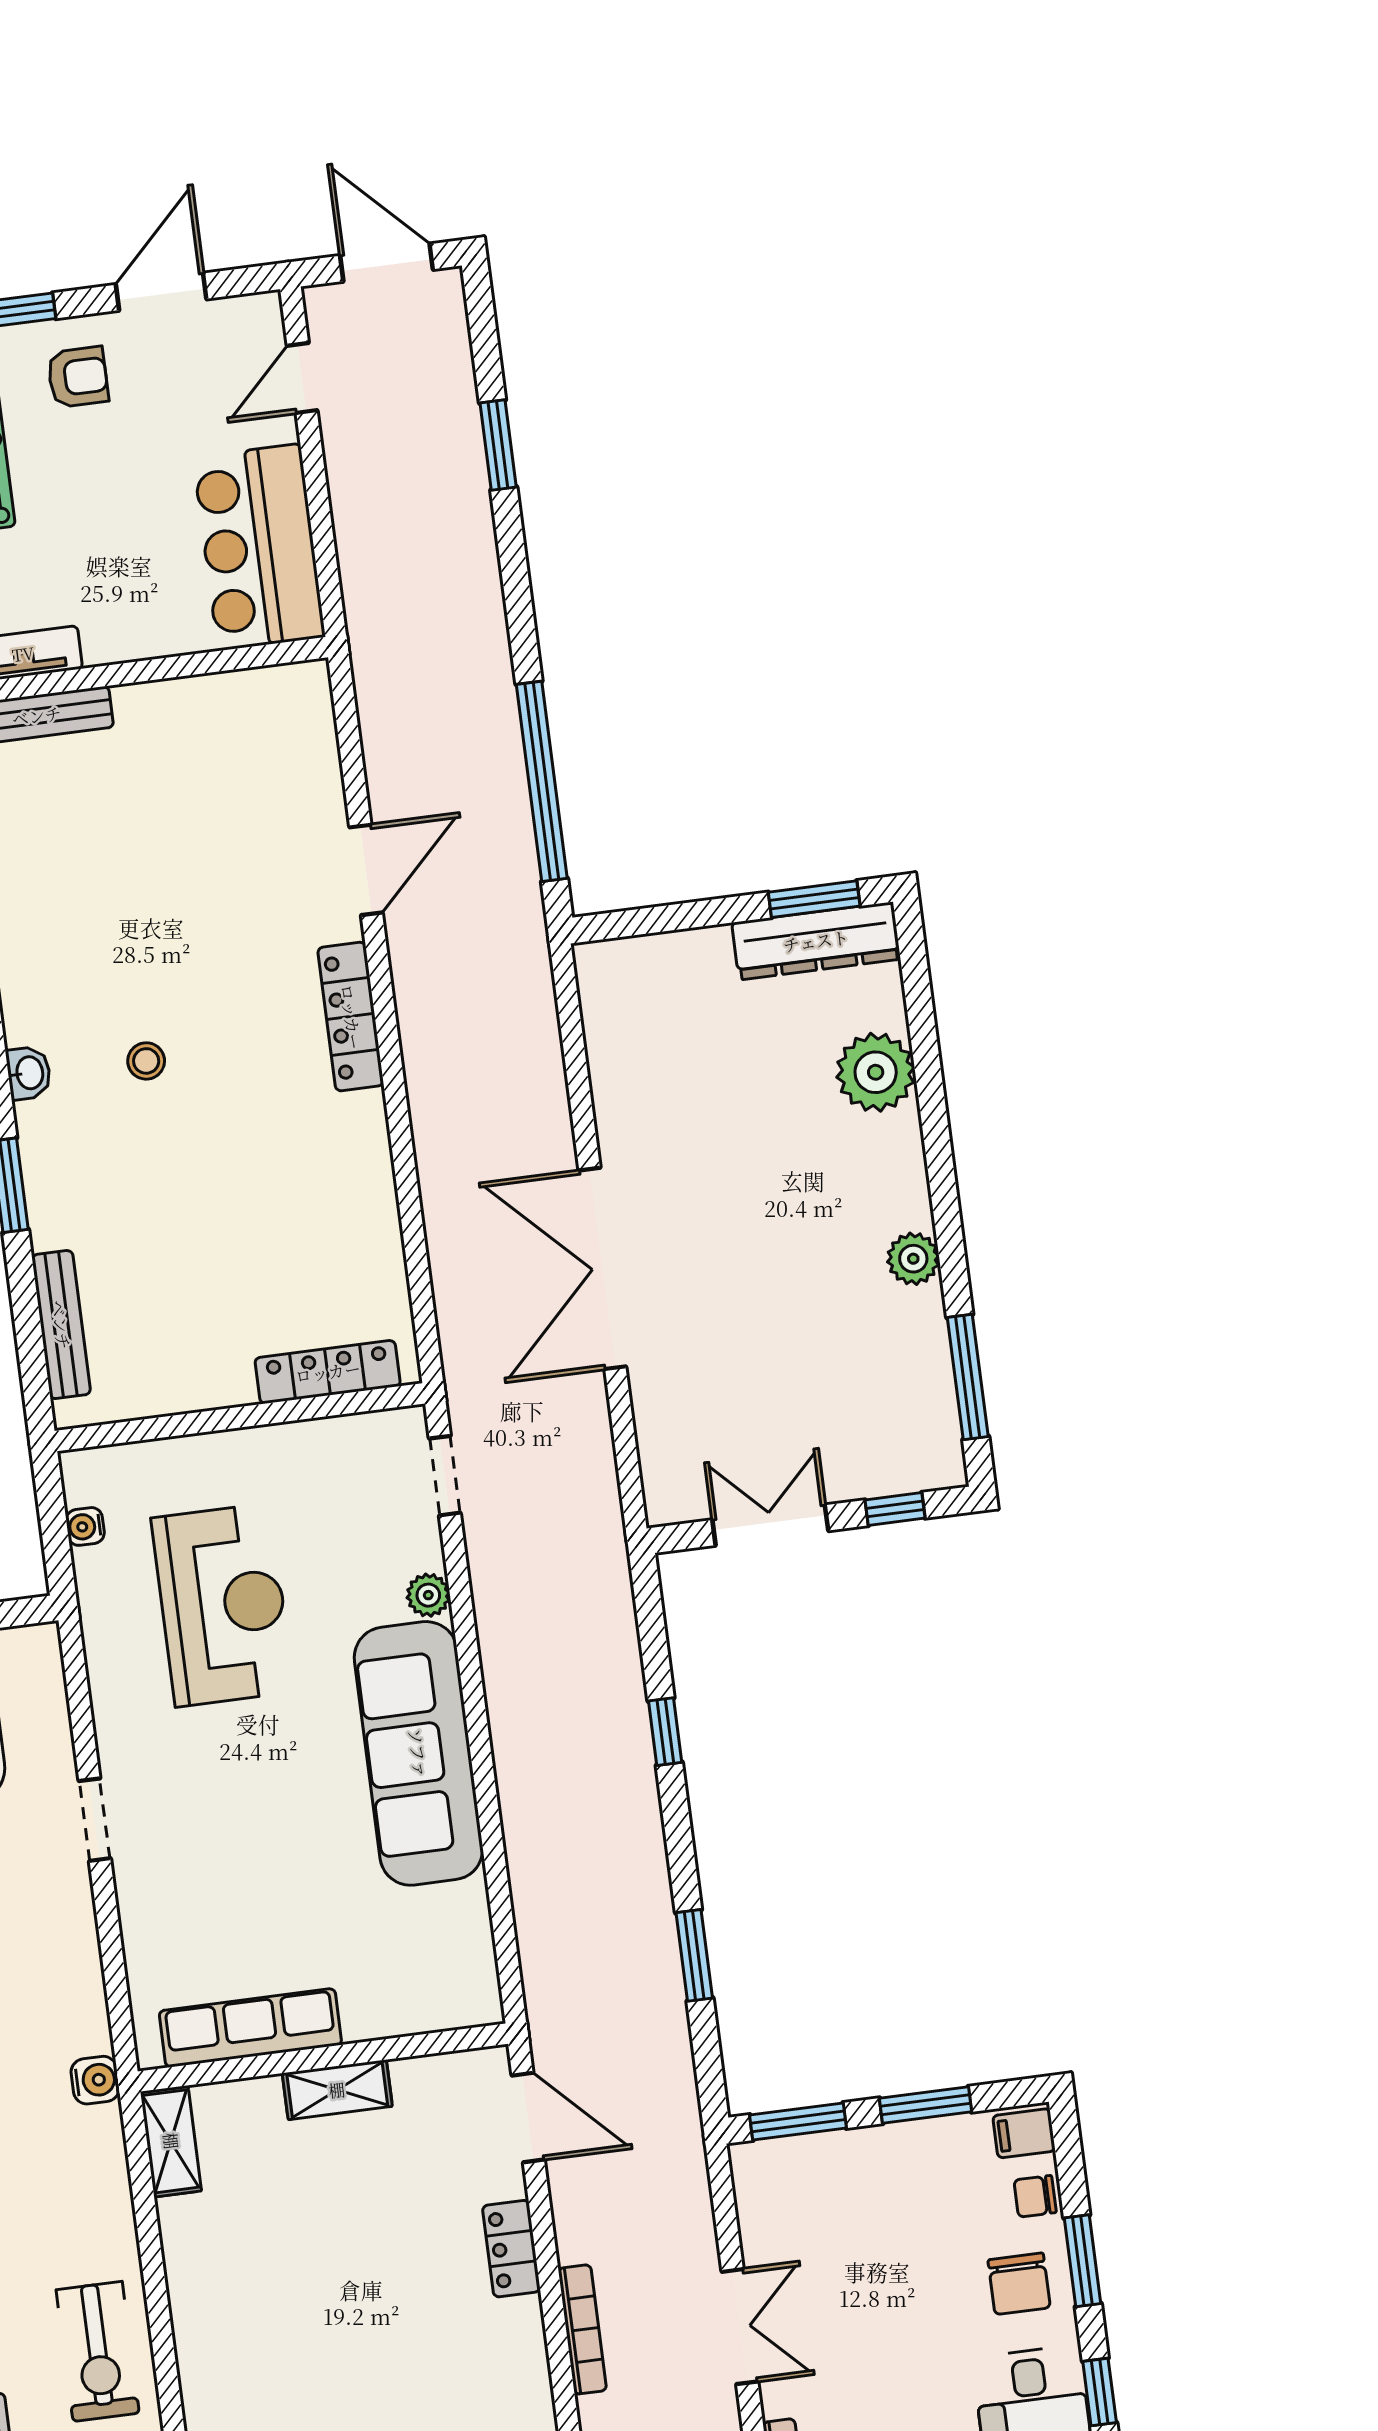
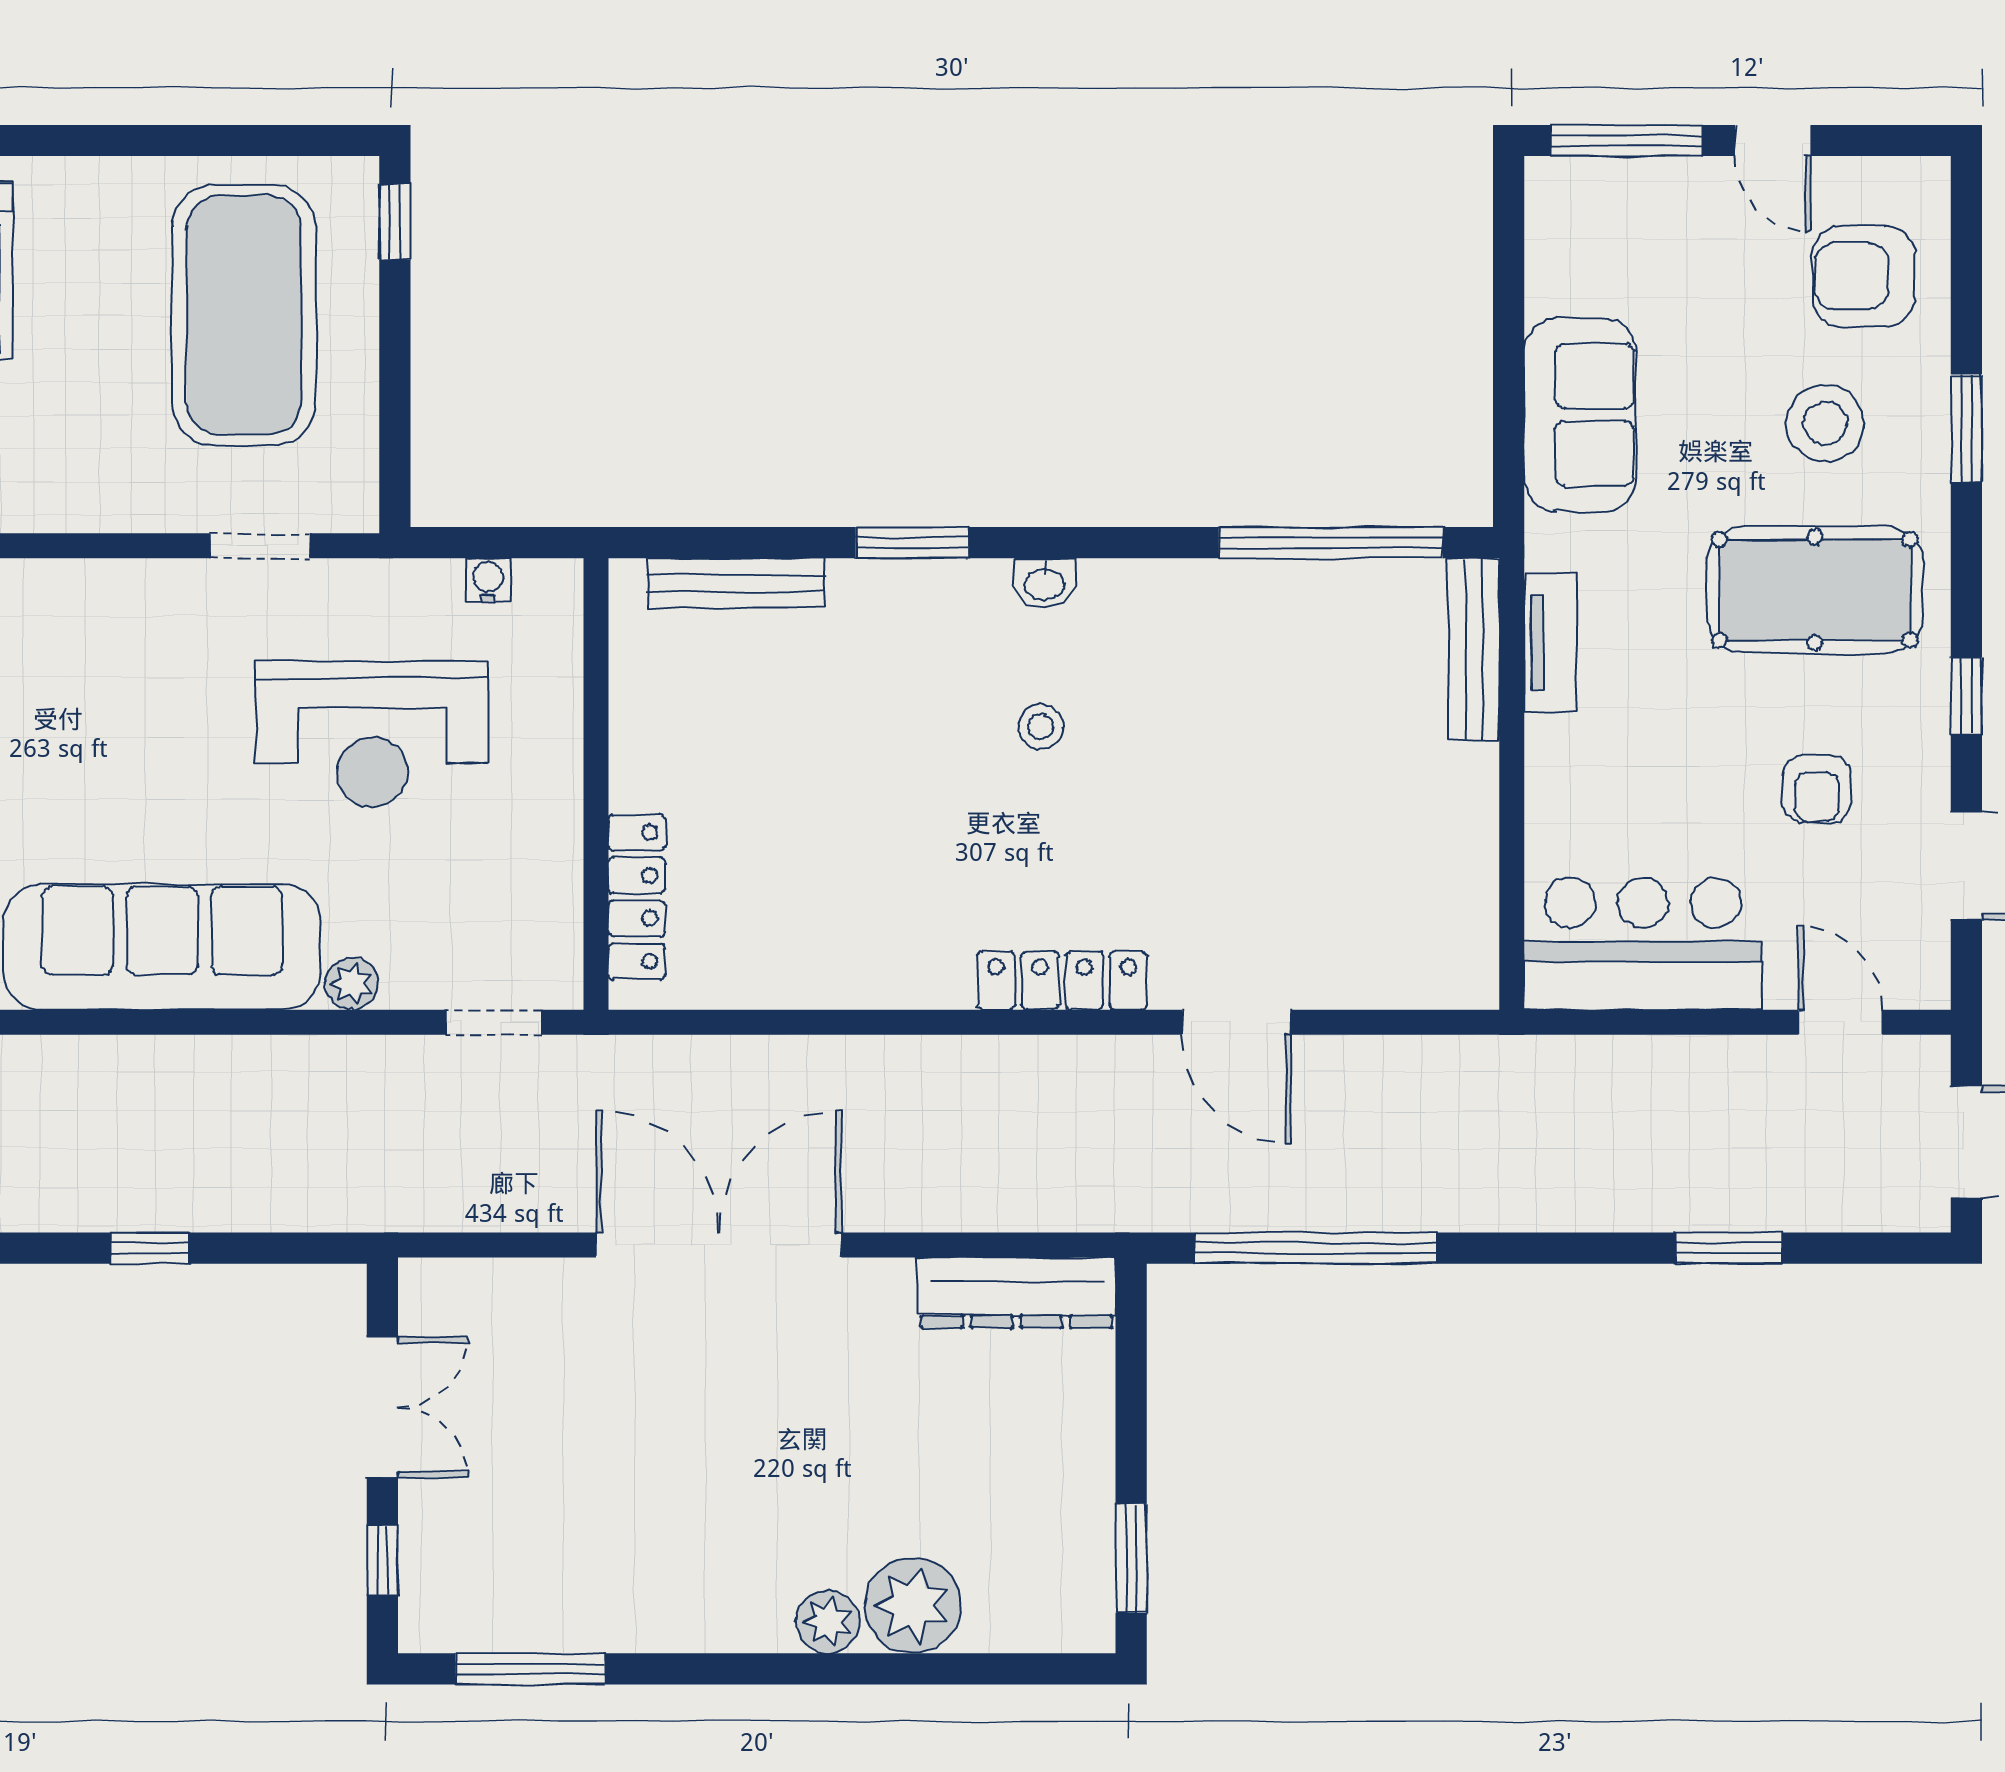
armchair: (78, 377) -> (1817, 789), moved
dresser: (816, 941) -> (1017, 1293), moved, turned -90
plant: (913, 1259) -> (828, 1622), moved
doorway: (95, 1820) -> (260, 546), moved

